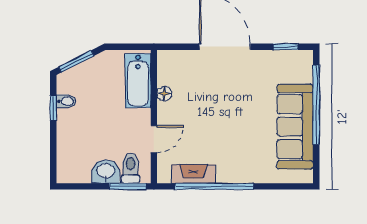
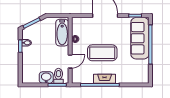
coffee table: (219, 122) -> (102, 53), added
sofa: (295, 127) -> (140, 38), moved
fireplace: (193, 174) -> (105, 79), moved

